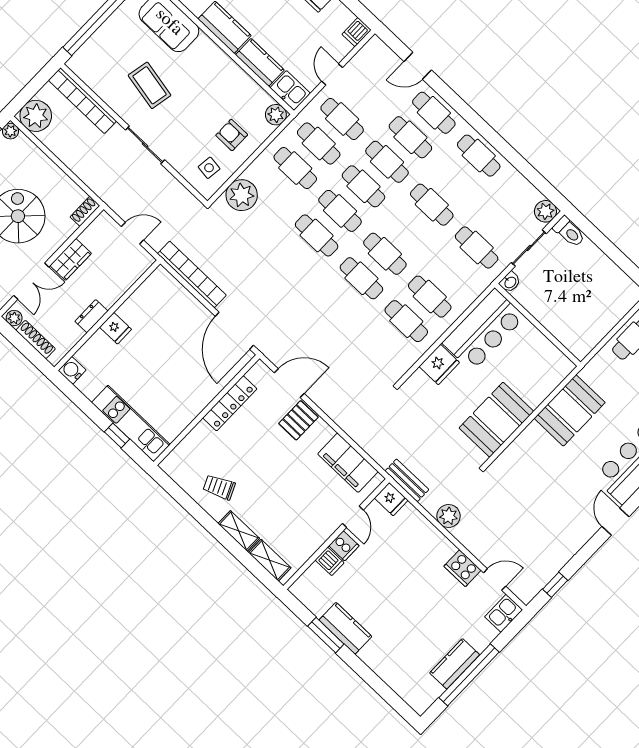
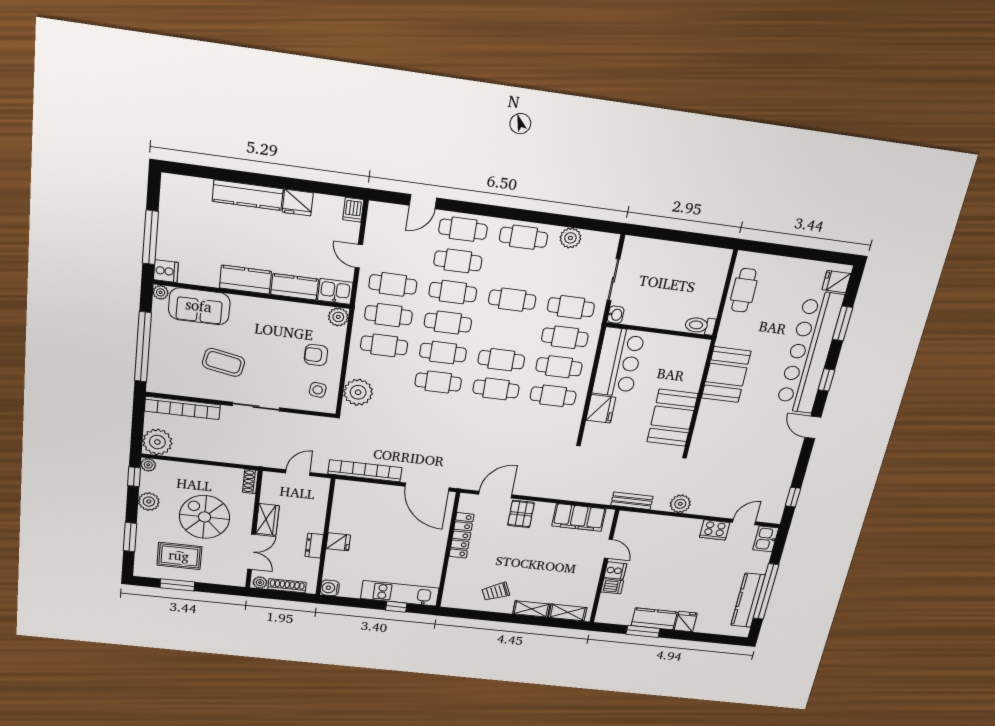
plant: (545, 211) -> (570, 238), moved
toilet: (569, 232) -> (700, 325), moved, turned 180
cafe table: (453, 272) -> (565, 337), added
fridge: (391, 499) -> (686, 622), moved, turned -90
kitchen counter: (455, 664) -> (748, 600), width x1.50

